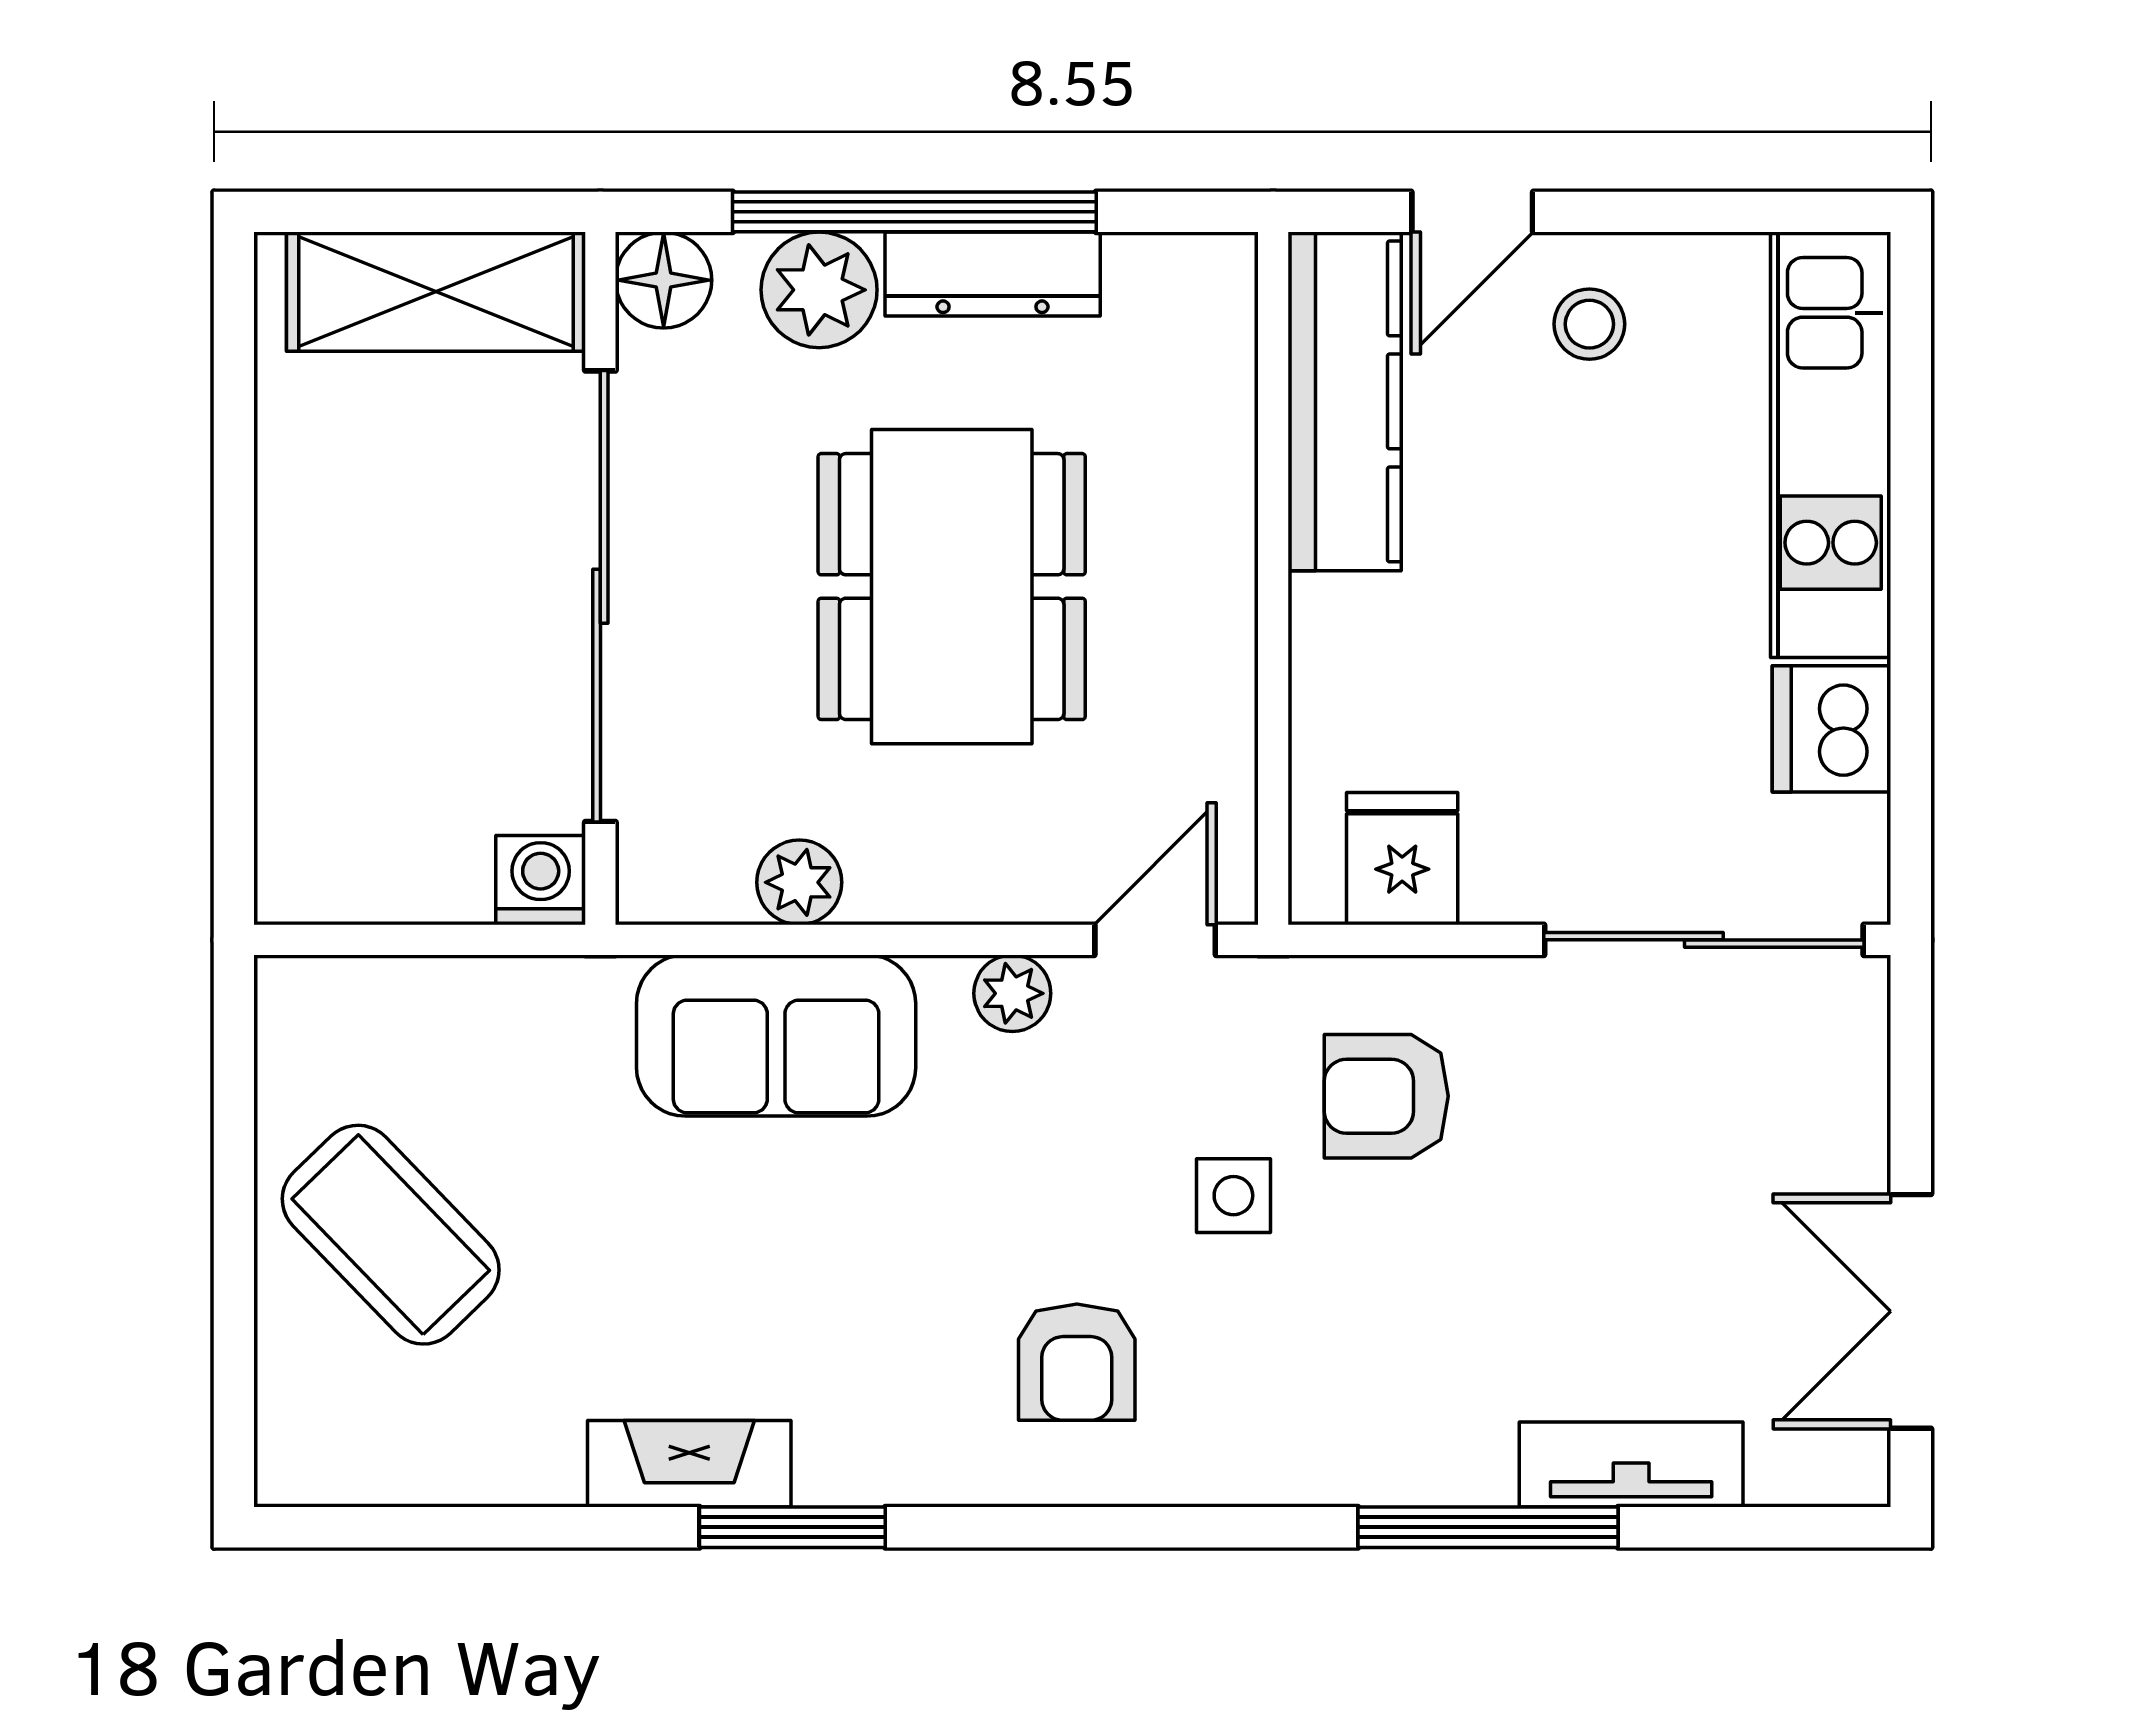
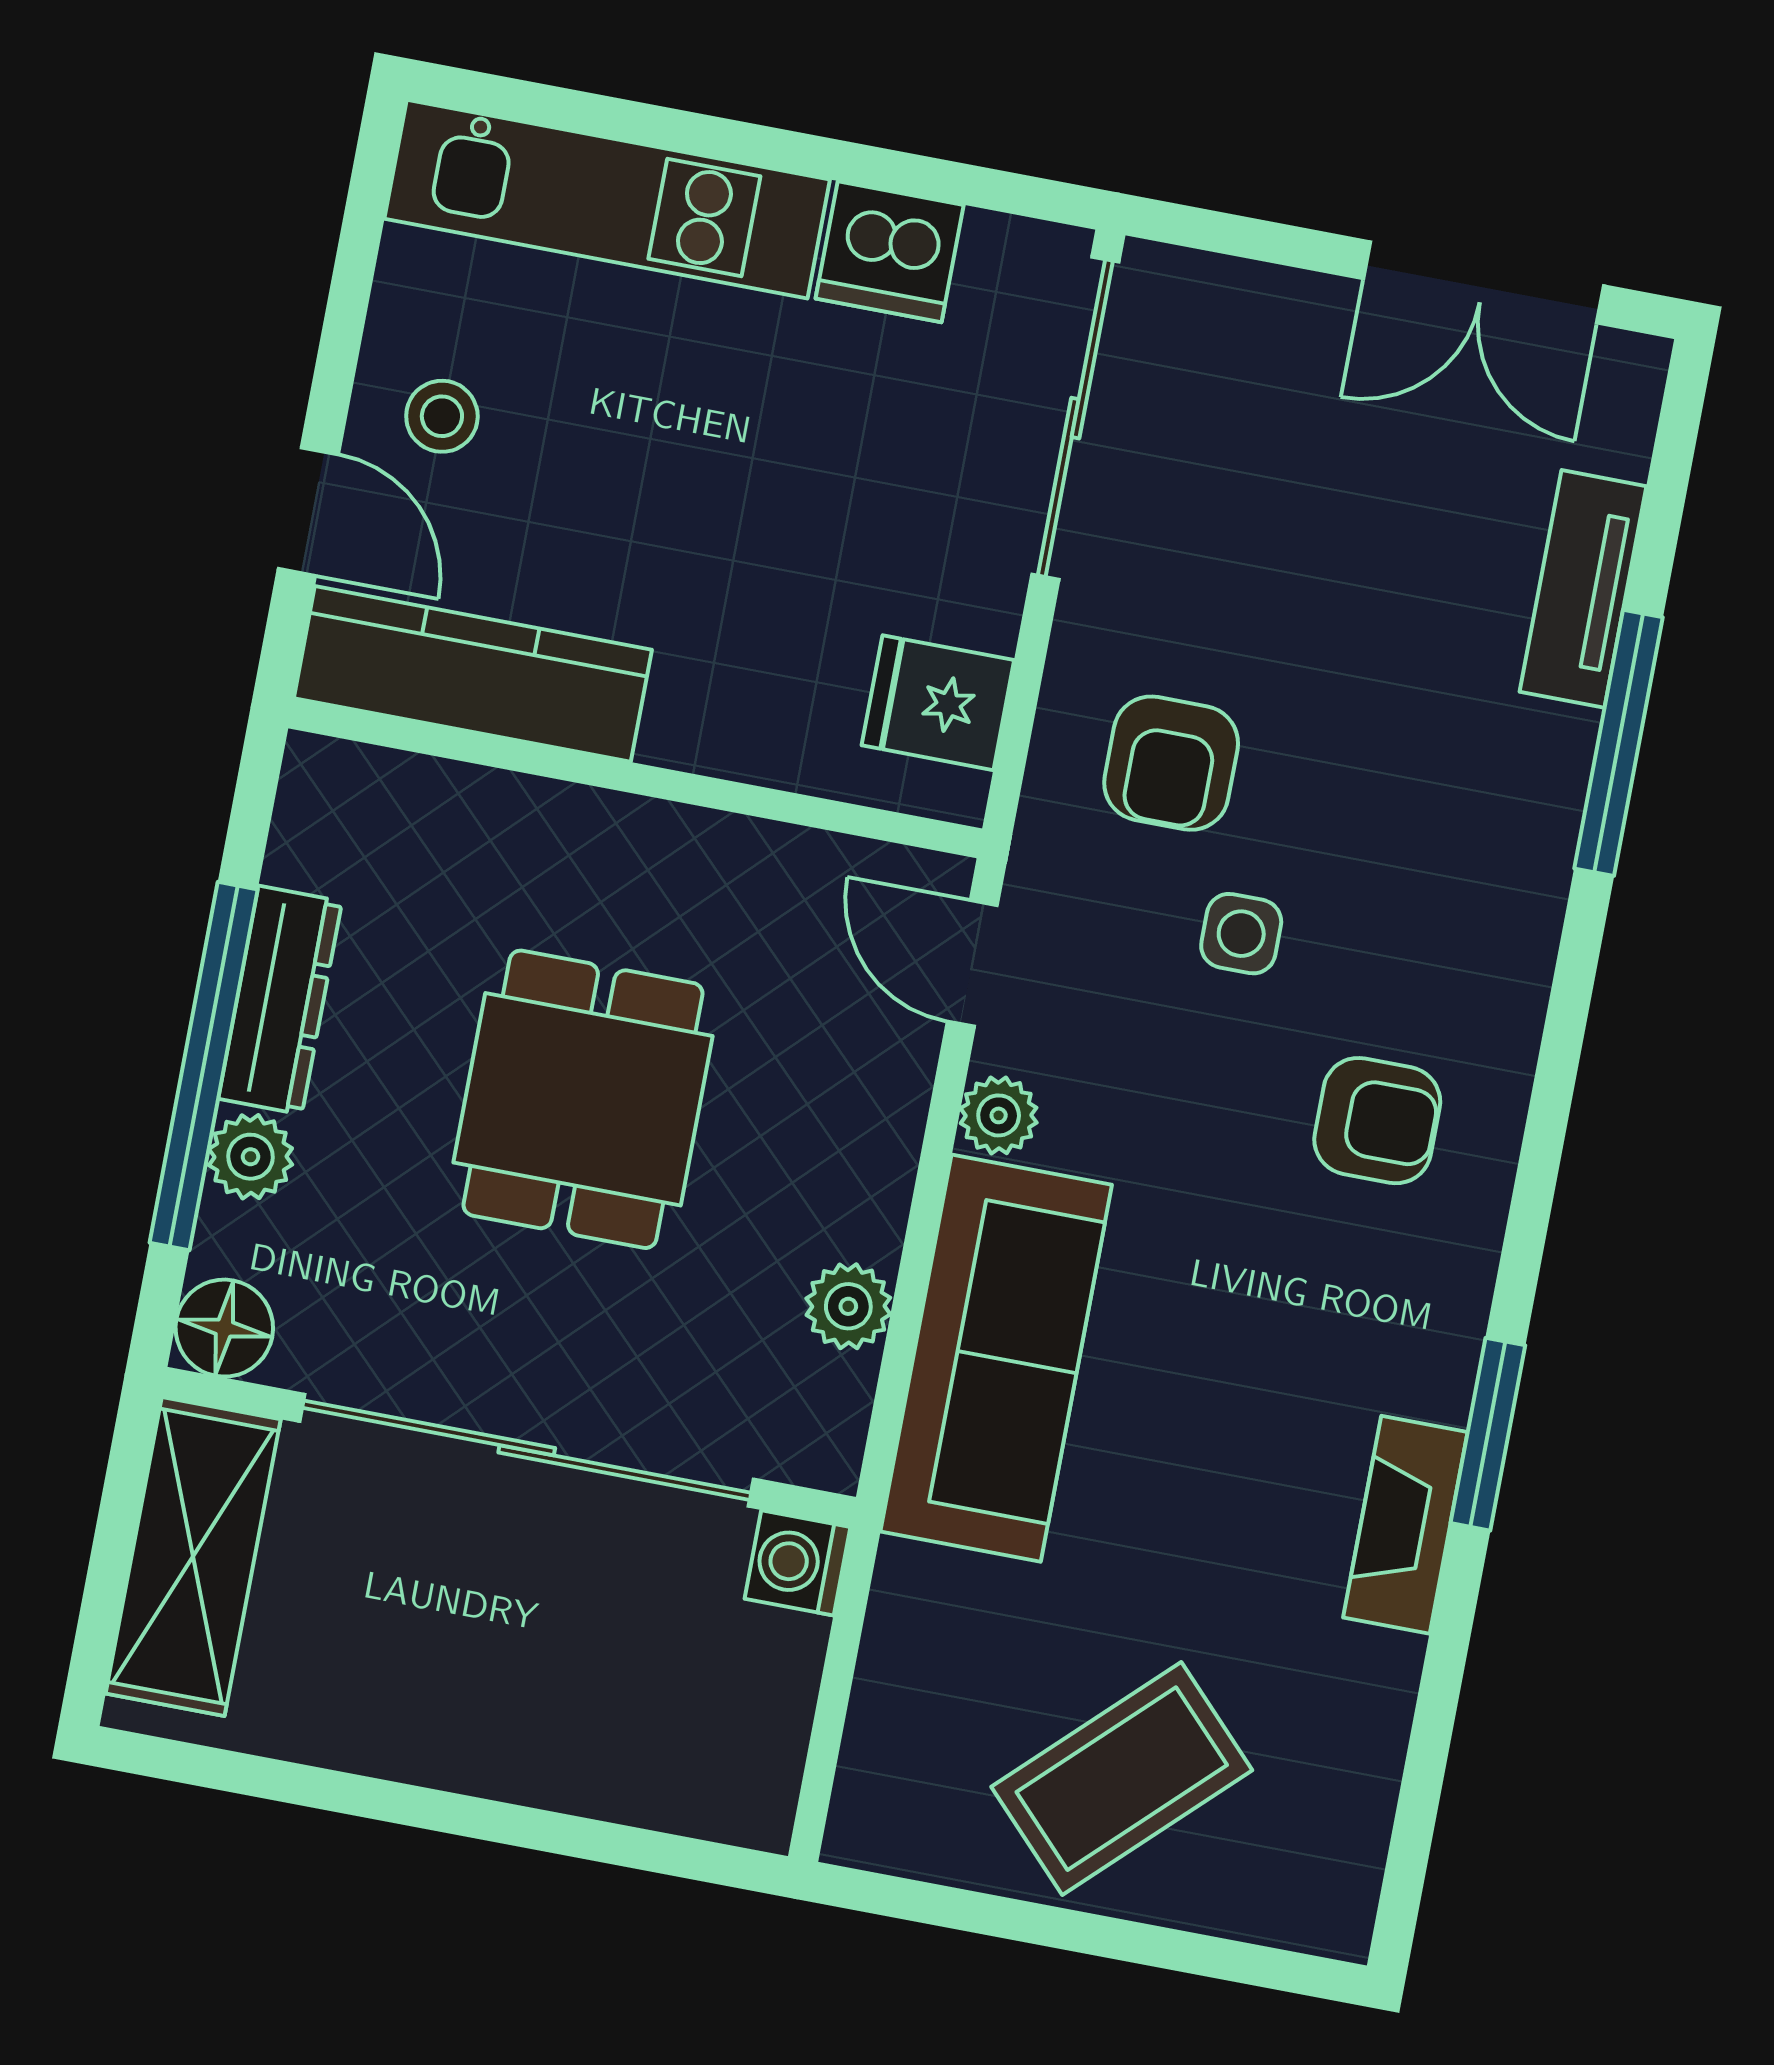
plant: (819, 290) -> (251, 1157), width x0.73, depth x0.73
dining table: (952, 587) -> (583, 1099), width x0.73
sofa: (776, 1036) -> (996, 1358), width x1.36

